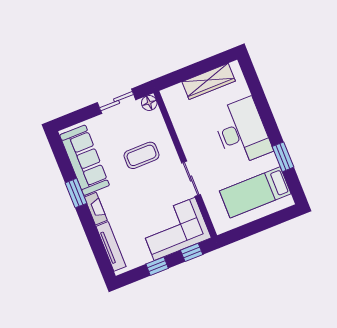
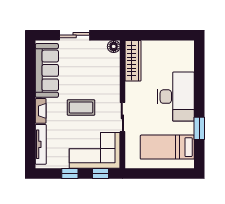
wardrobe: (209, 81) -> (133, 61), moved, turned -90
sliding door: (117, 101) -> (75, 35), moved
coffee table: (142, 155) -> (81, 108), moved
window: (76, 193) -> (30, 93), removed

